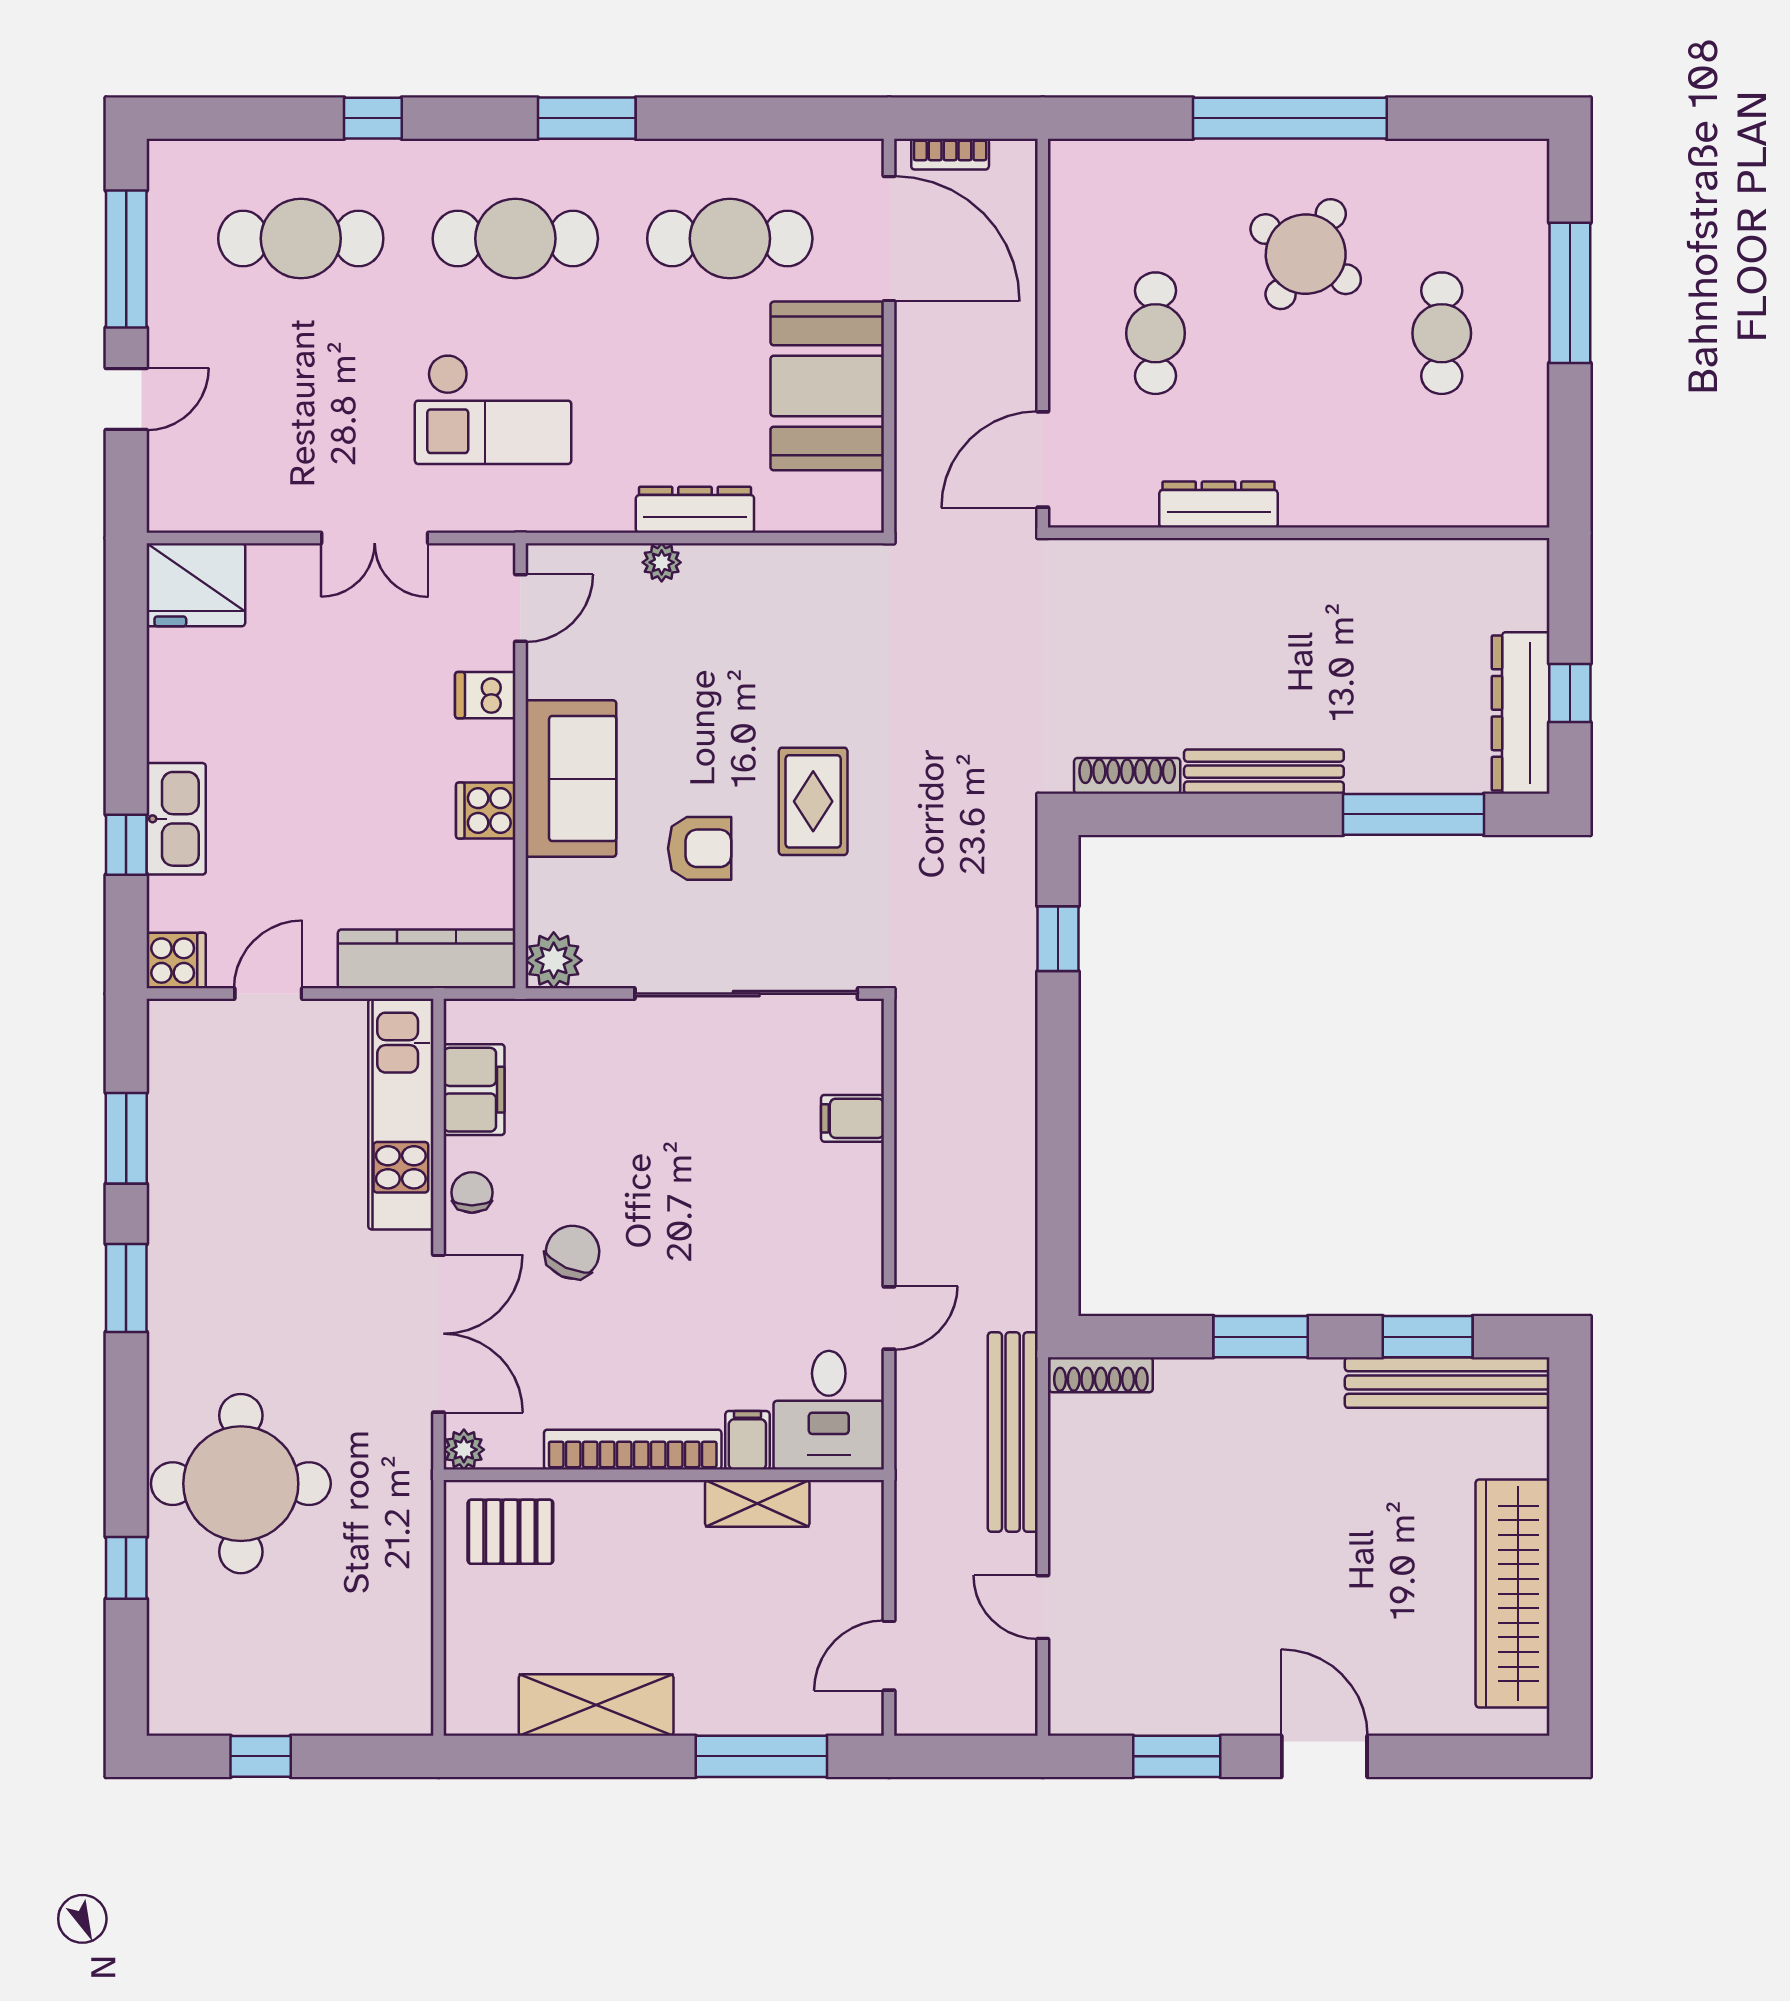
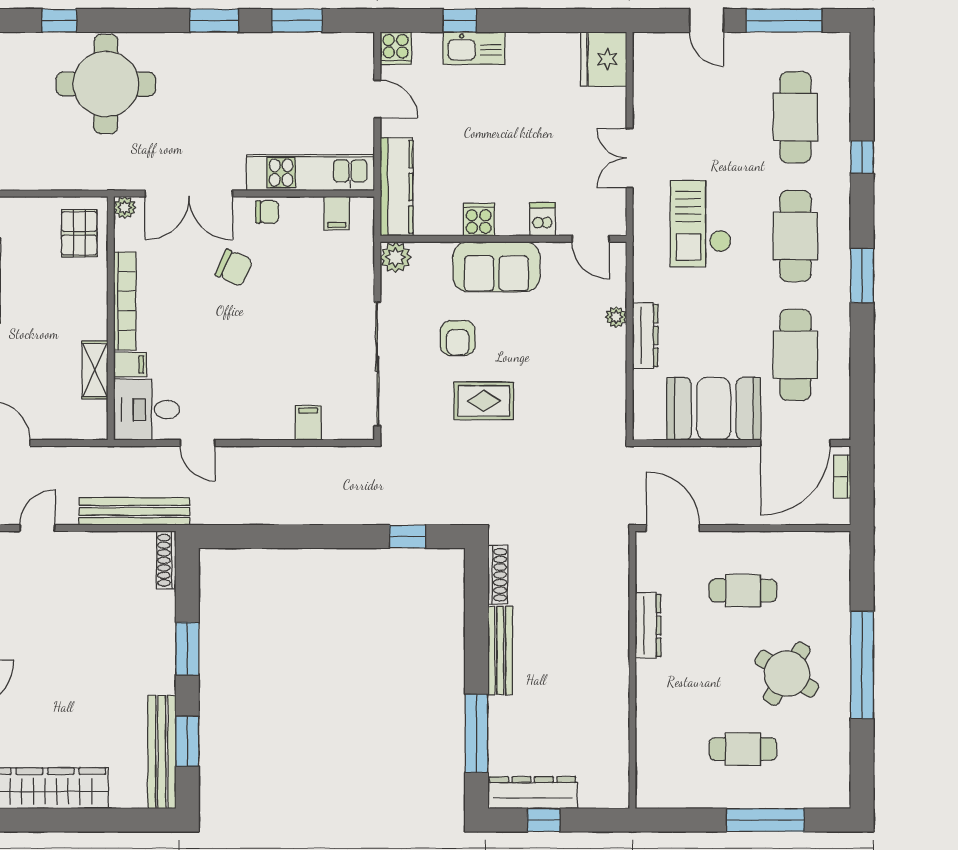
filing cabinet: (474, 1090) -> (337, 213), width x0.50

